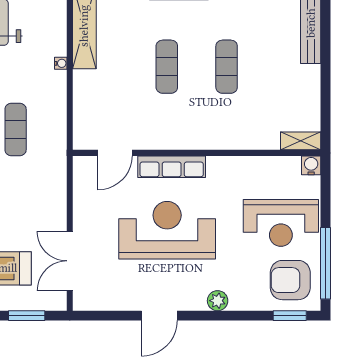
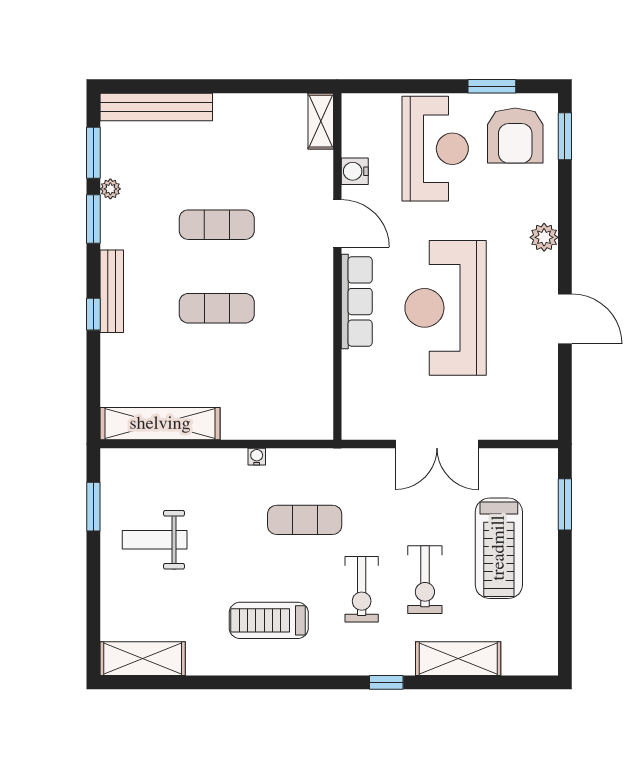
water cooler: (61, 63) -> (257, 457), moved
door: (115, 153) -> (337, 223), moved
water cooler: (311, 165) -> (355, 171), moved
double door: (70, 261) -> (437, 444), moved
window: (326, 263) -> (492, 86), width x0.47

